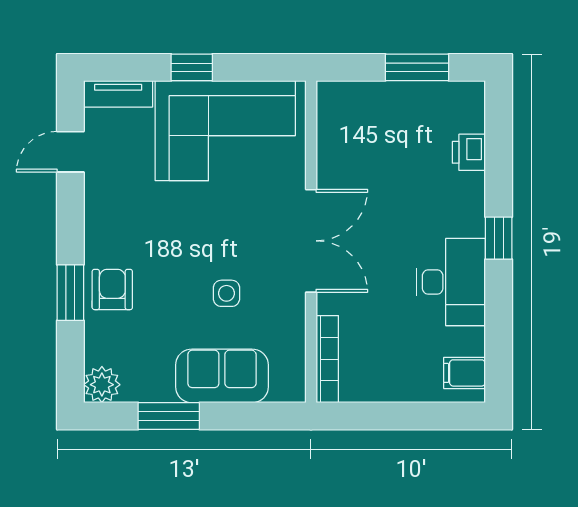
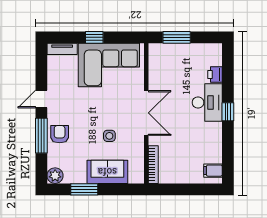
window: (417, 67) -> (177, 37), moved
door: (70, 152) -> (41, 99), moved
desk: (451, 282) -> (207, 103), moved
window: (70, 293) -> (41, 136), width x1.44

